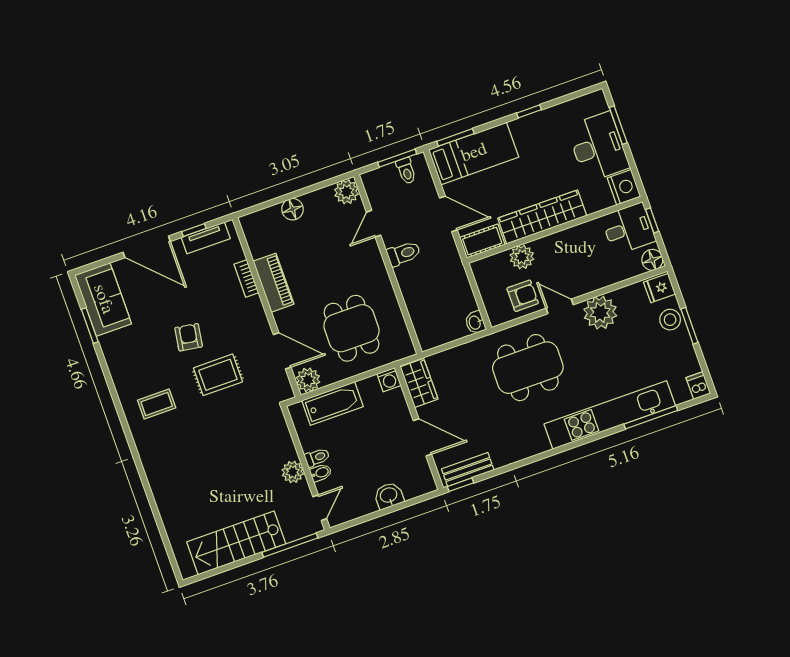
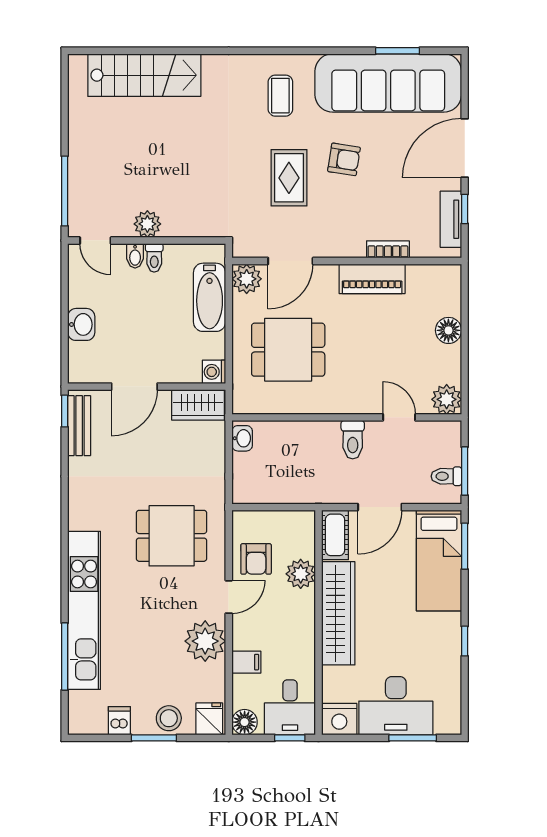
filing cabinet: (605, 275) -> (246, 662), added
sofa: (103, 299) -> (388, 83), width x1.85, depth x1.27
washbasin: (475, 322) -> (242, 438), moved, turned 90
dining table: (528, 368) -> (172, 536), width x0.73
dishwasher: (698, 385) -> (119, 721), moved, turned -90
stairs: (236, 543) -> (144, 75), moved, turned 90

